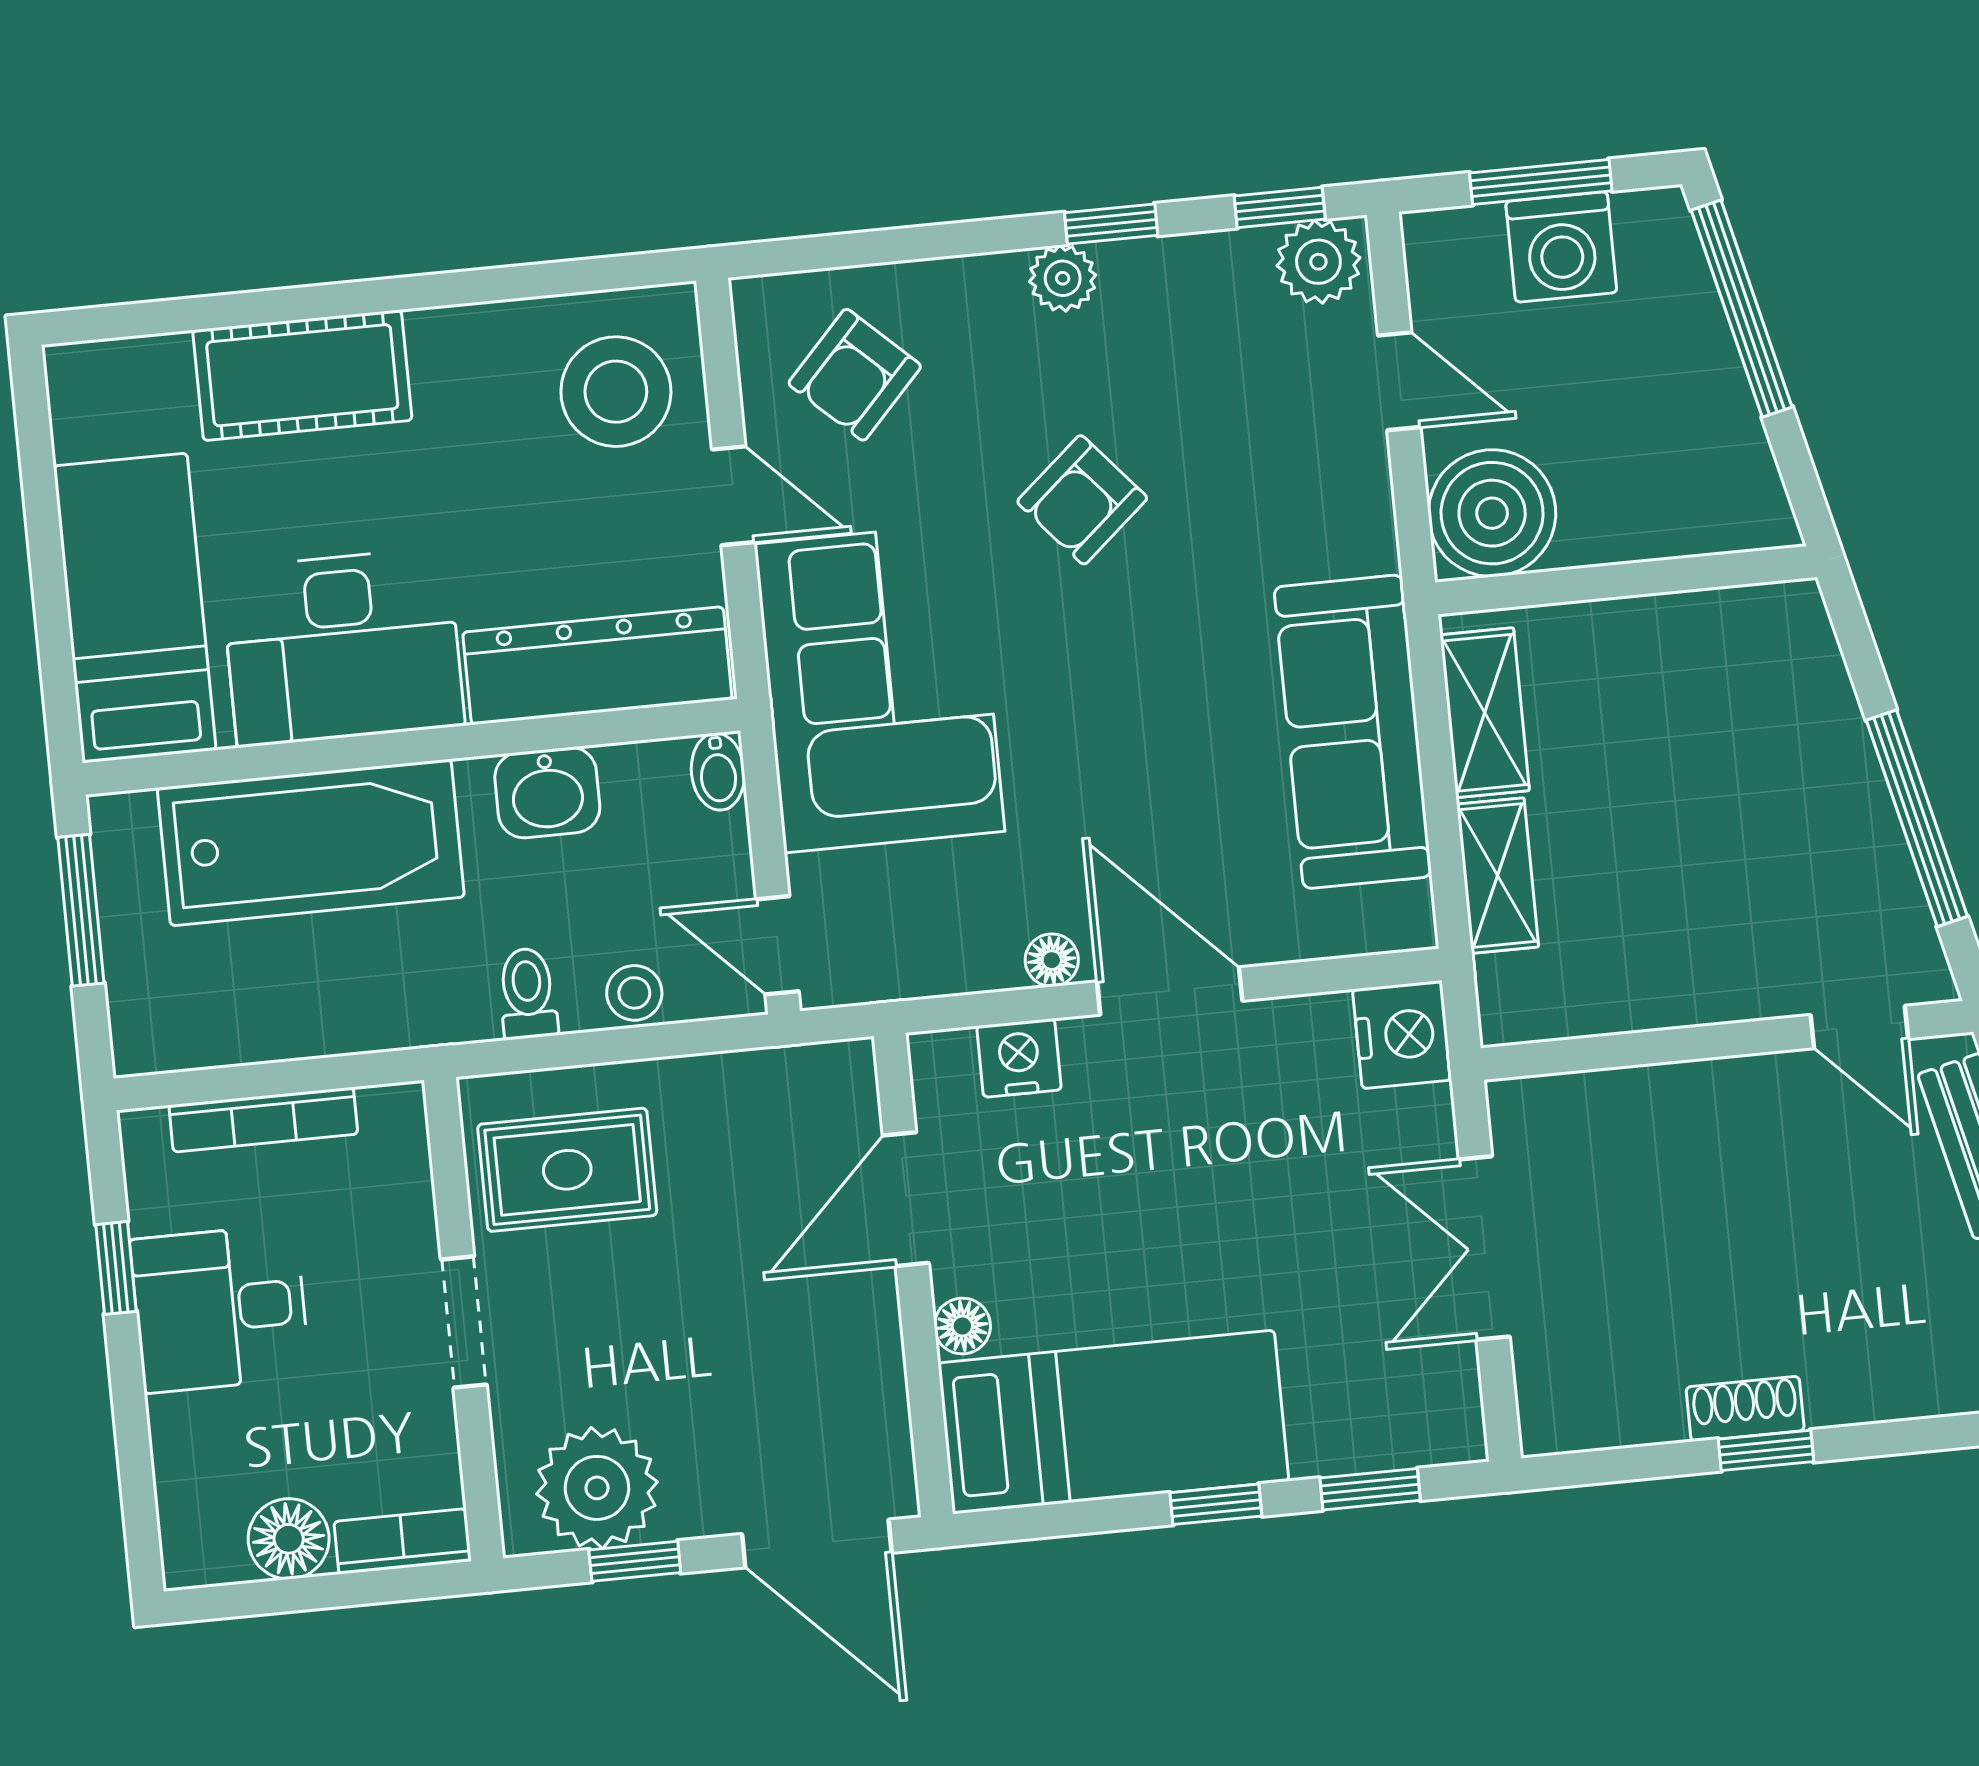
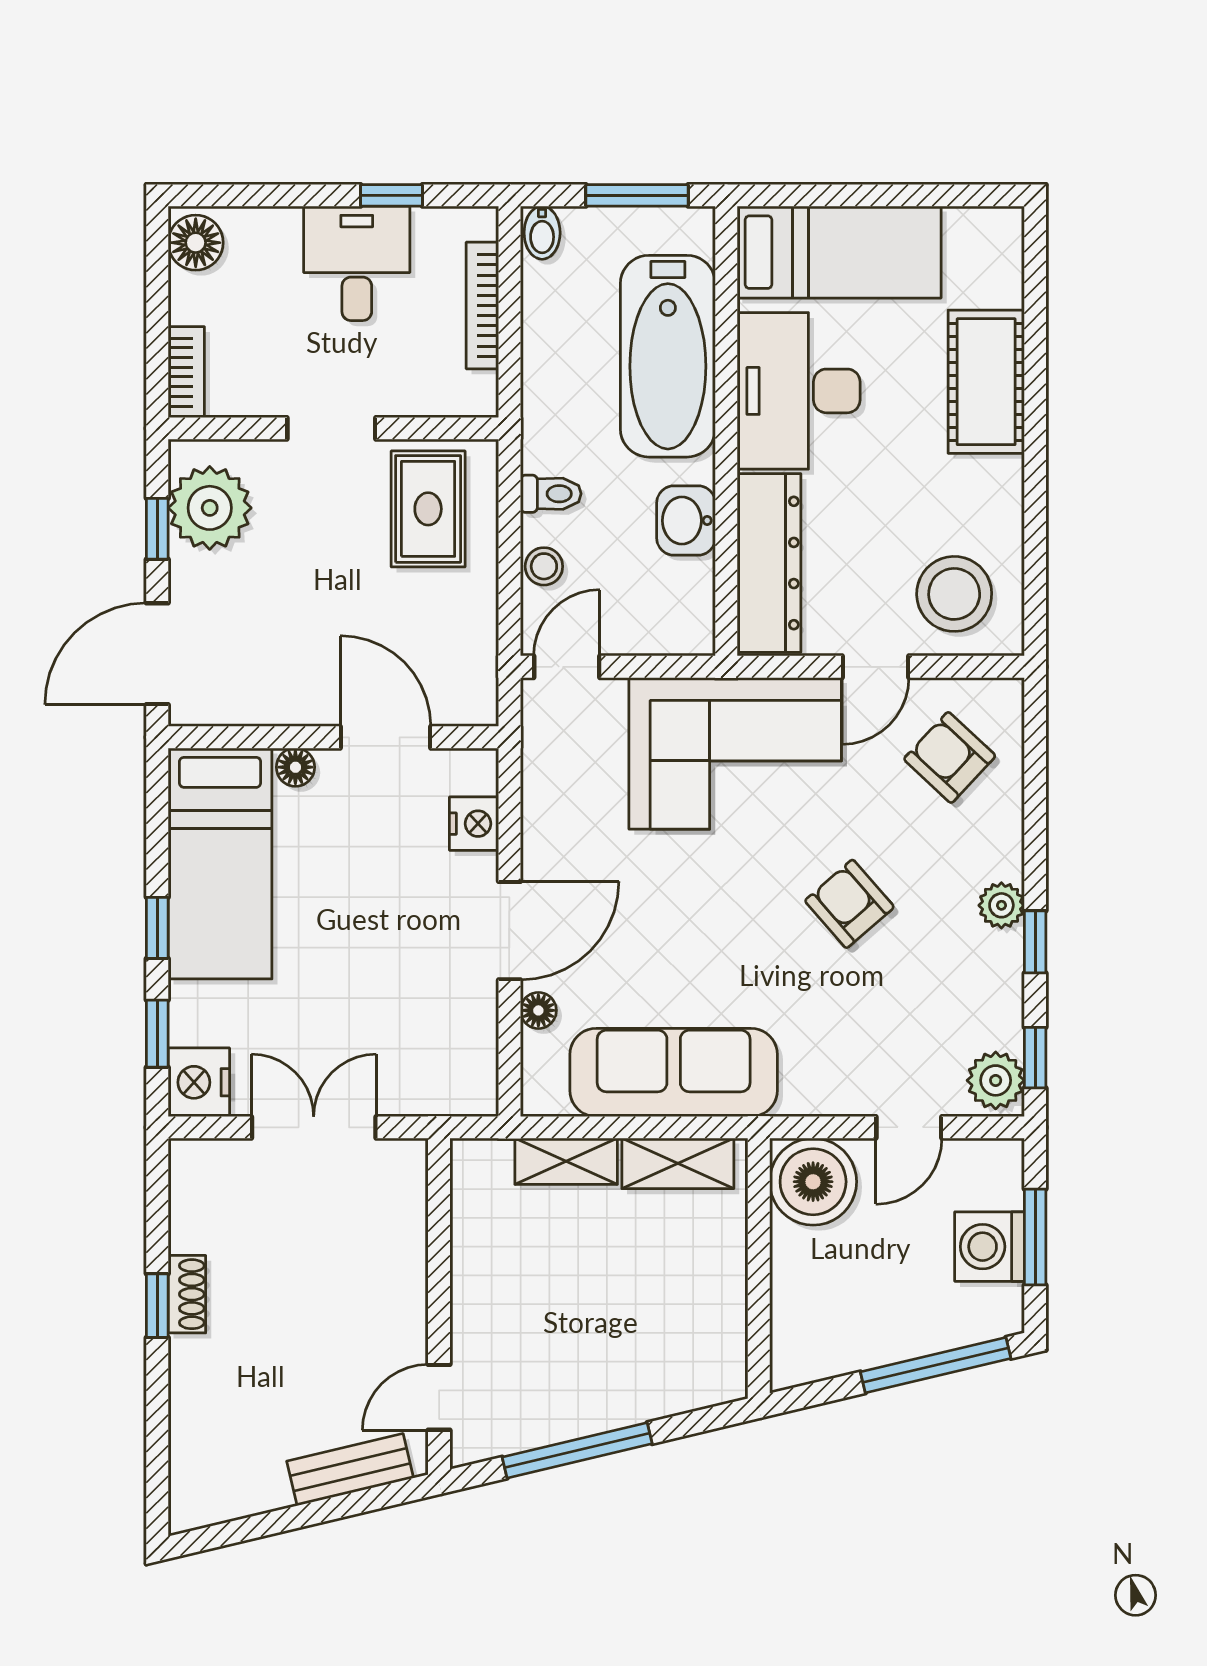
bidet: (718, 772) -> (542, 233), moved, turned -90
floor lamp: (1052, 960) -> (538, 1010), moved
nightstand: (1402, 1035) -> (199, 1082), moved, turned 90
floor lamp: (289, 1539) -> (196, 243), moved

